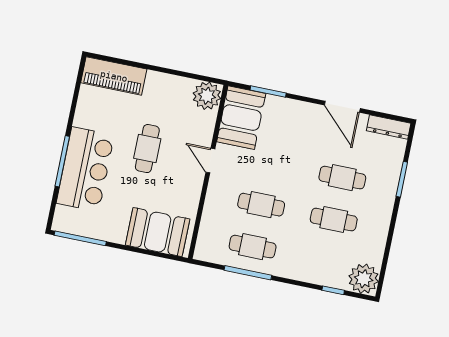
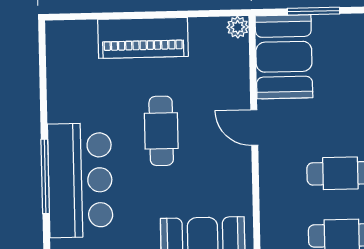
piano: (114, 76) -> (143, 38), moved
plant: (207, 96) -> (238, 27), width x0.53, depth x0.53

